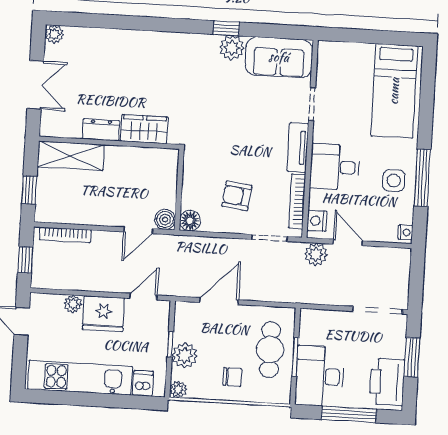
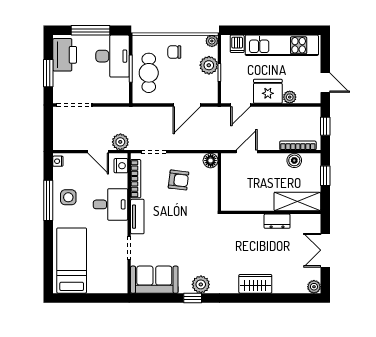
plant: (232, 48) -> (201, 284), moved
wardrobe: (144, 129) -> (255, 284), moved, turned 180
boiler: (165, 219) -> (294, 160), moved

